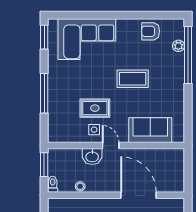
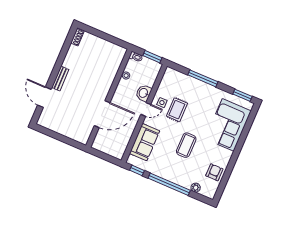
window: (188, 55) -> (169, 184), moved
window: (188, 125) -> (137, 170), added

